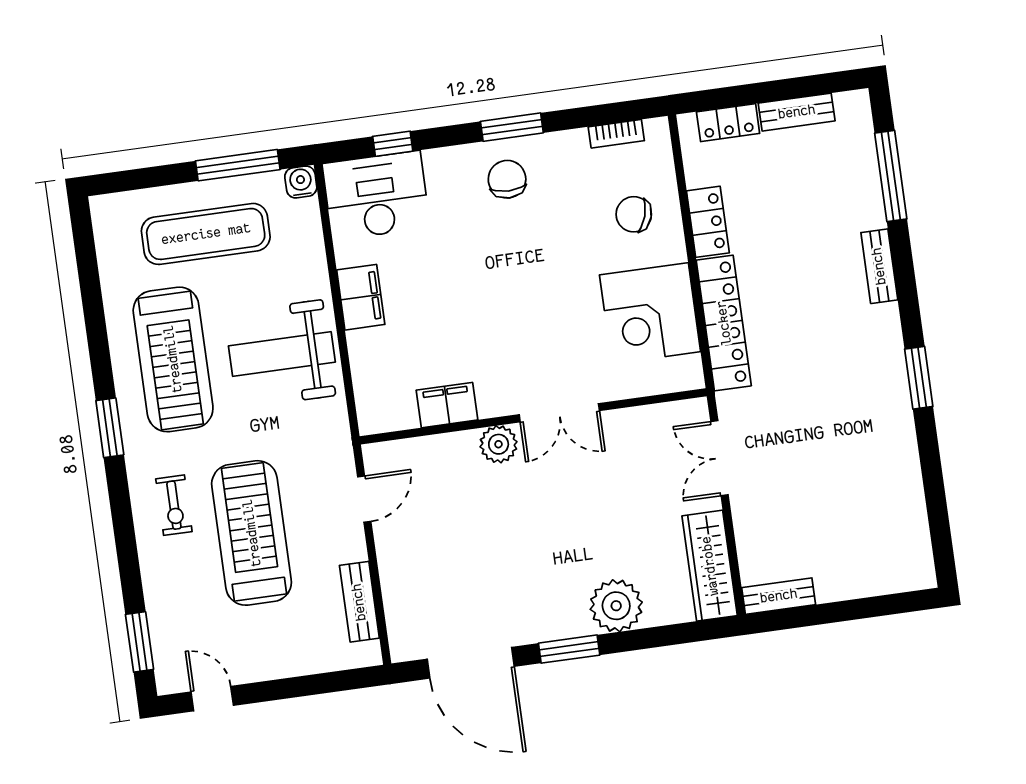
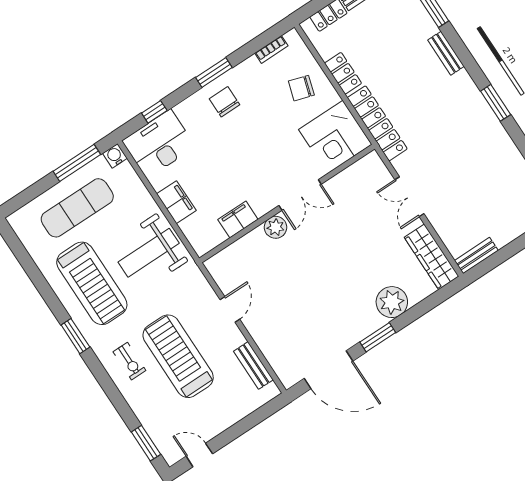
filing cabinet: (447, 405) -> (238, 220), moved
double door: (559, 413) -> (300, 195), moved
wall: (533, 416) -> (287, 204), moved
plant: (499, 444) -> (276, 227), moved

